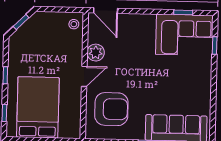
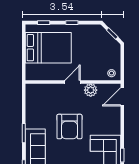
door: (84, 76) -> (72, 82), swing flipped
armchair: (111, 109) -> (69, 127), moved

